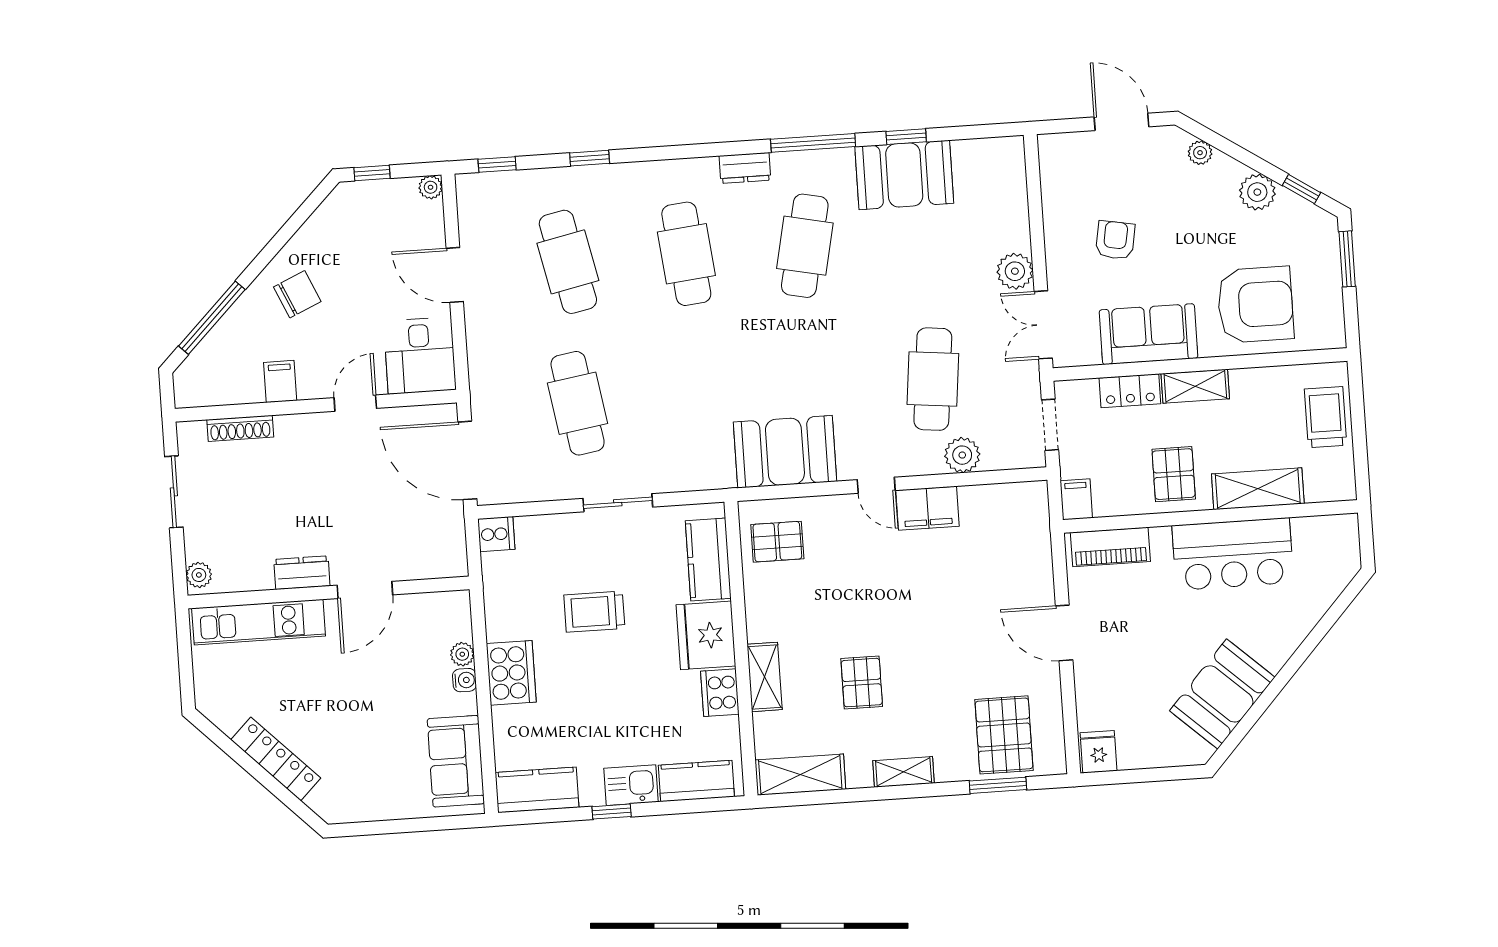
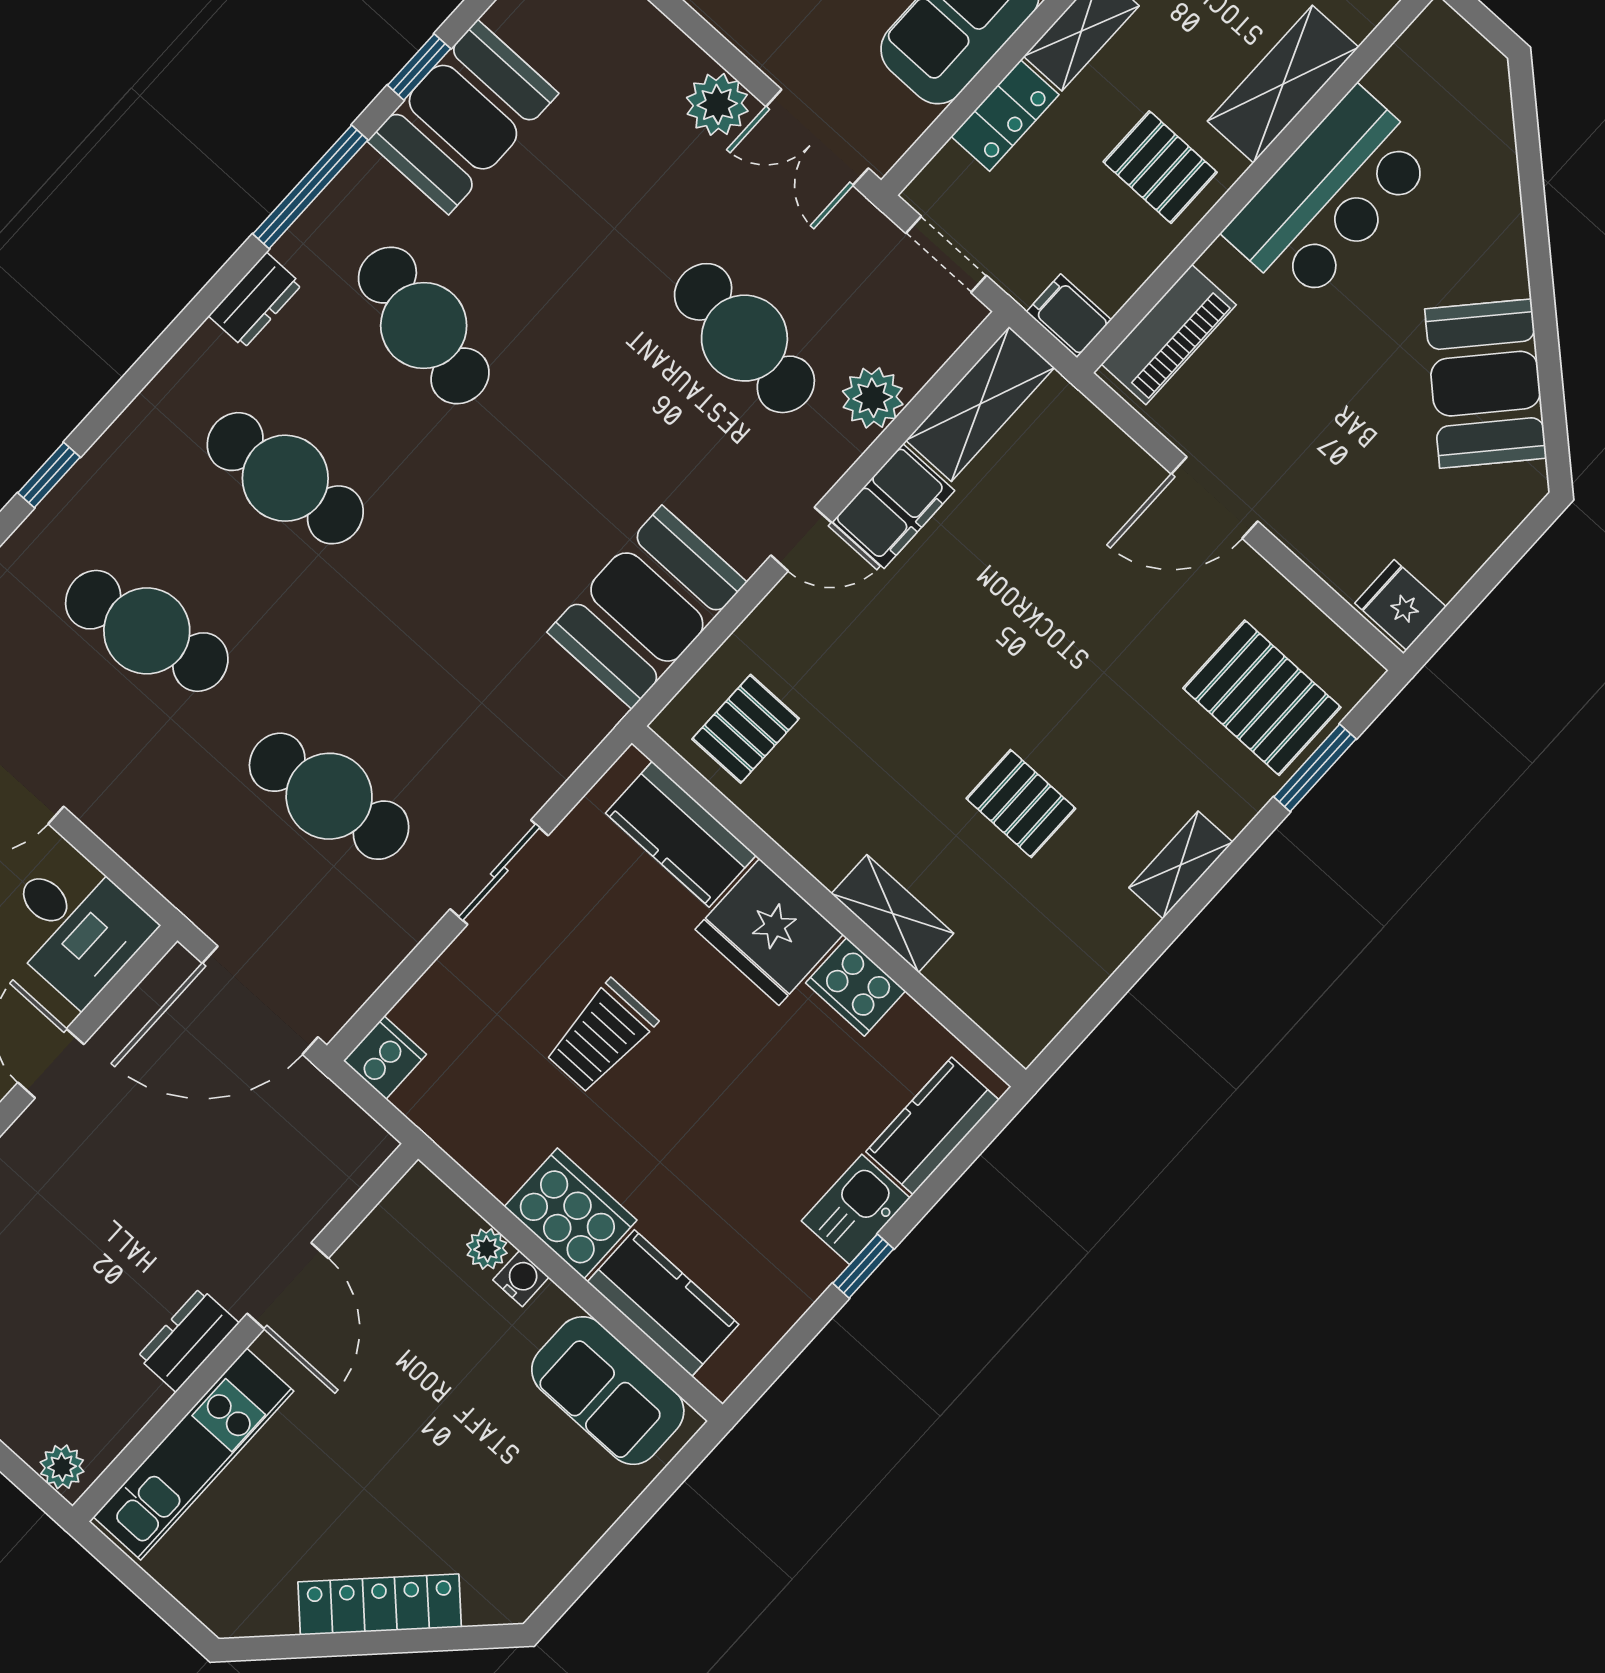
shelving: (800, 775) -> (980, 404), moved
kitchen counter: (537, 790) -> (663, 1303), moved, turned 90

